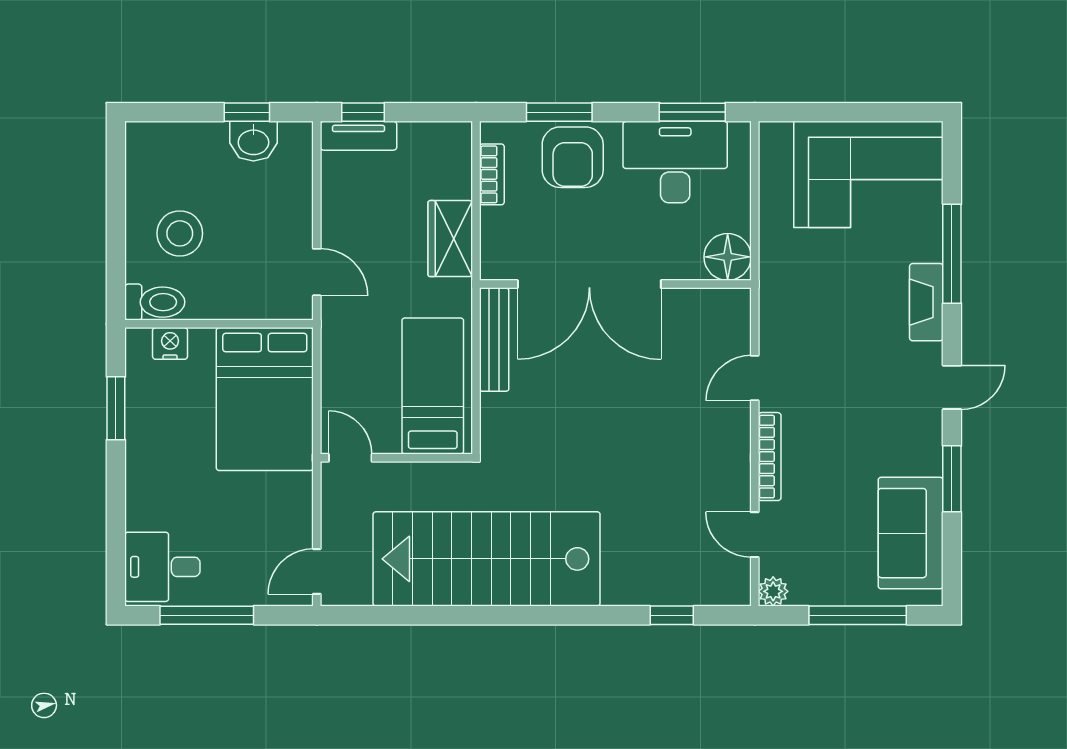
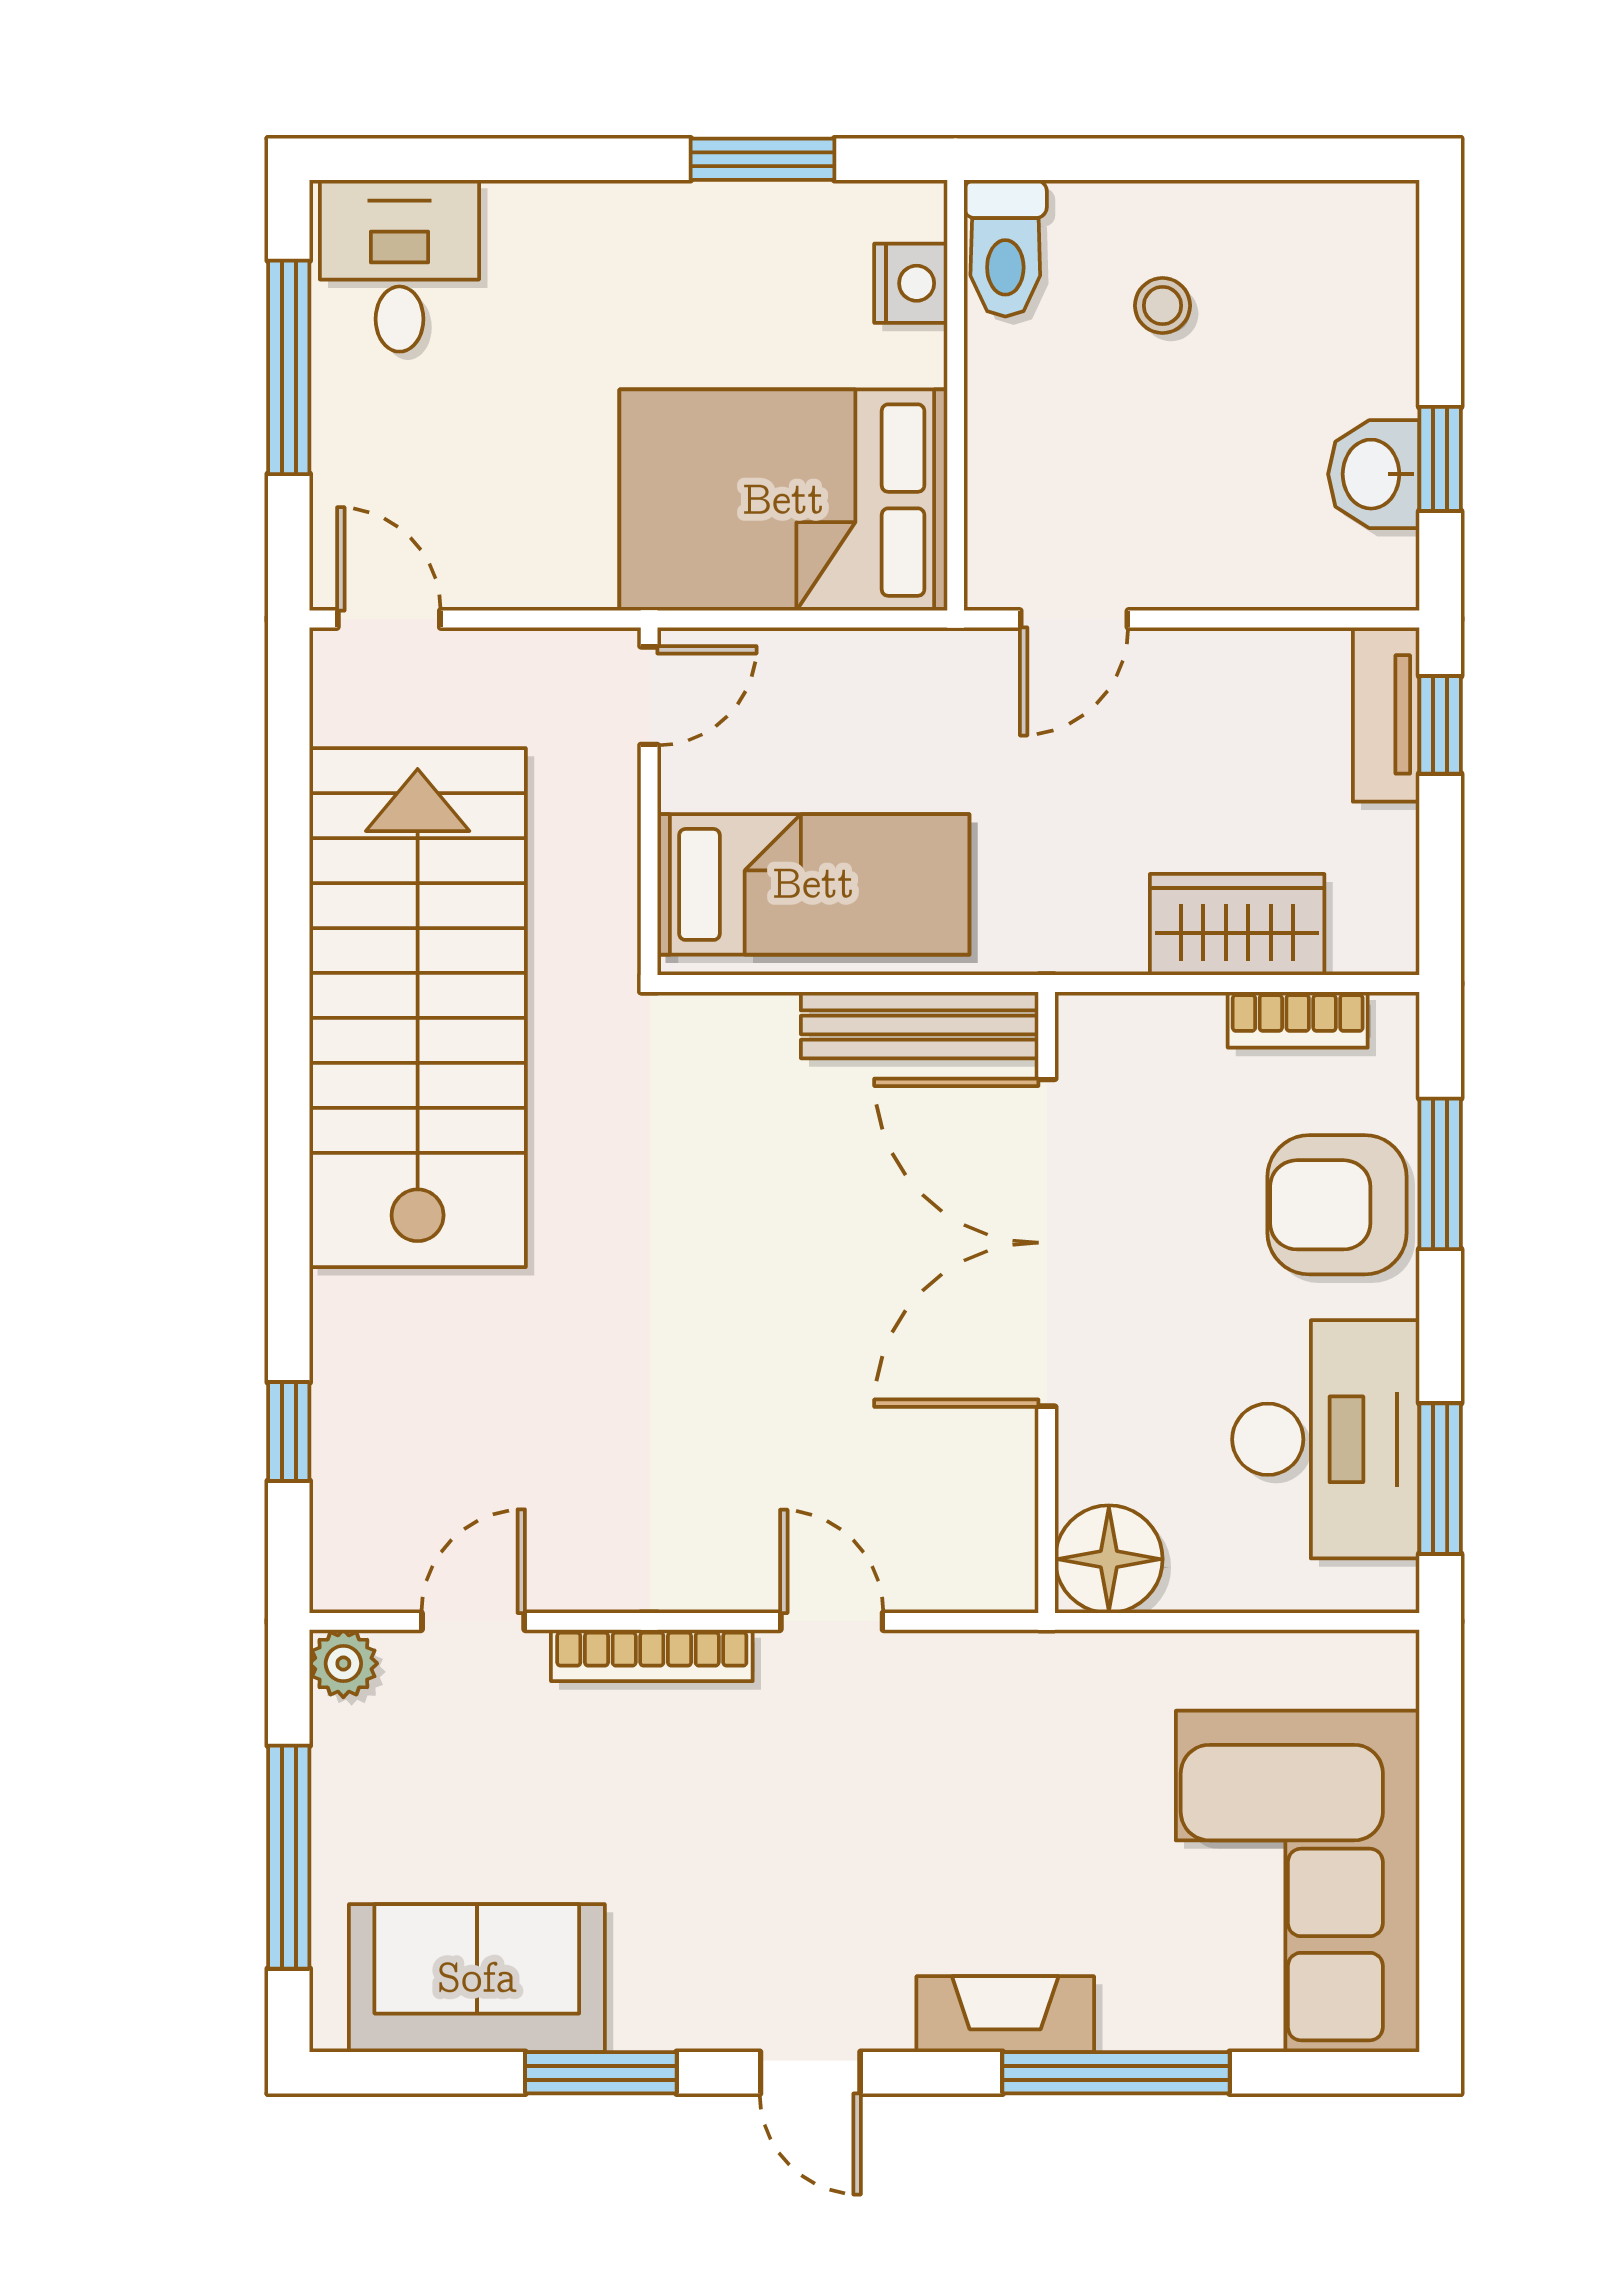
stool: (180, 233) -> (1162, 306), width x0.53, depth x0.53
wardrobe: (450, 239) -> (1237, 925), moved

